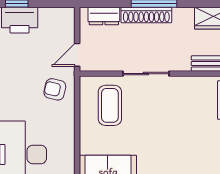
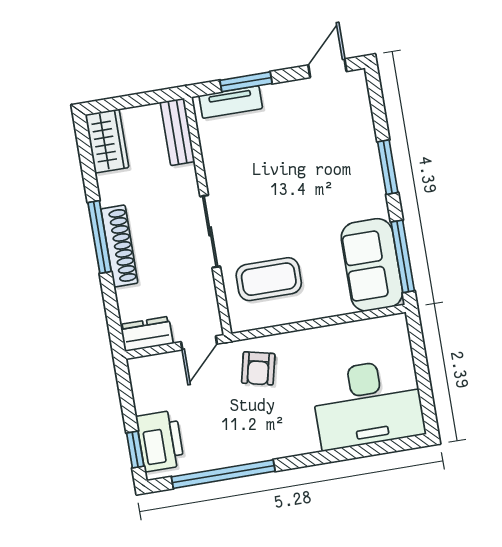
dresser: (104, 16) -> (147, 334), moved, turned -90
door: (77, 55) -> (199, 343), hinge flipped

